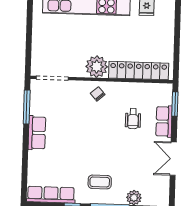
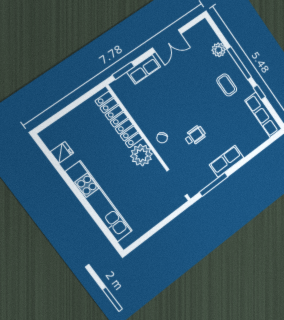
wheelchair: (133, 119) -> (195, 136), moved

